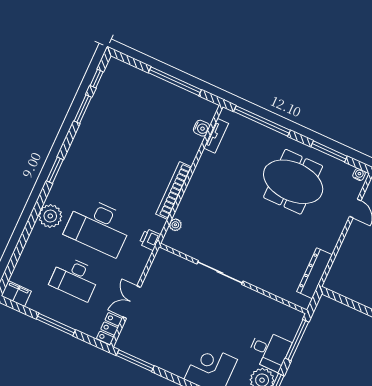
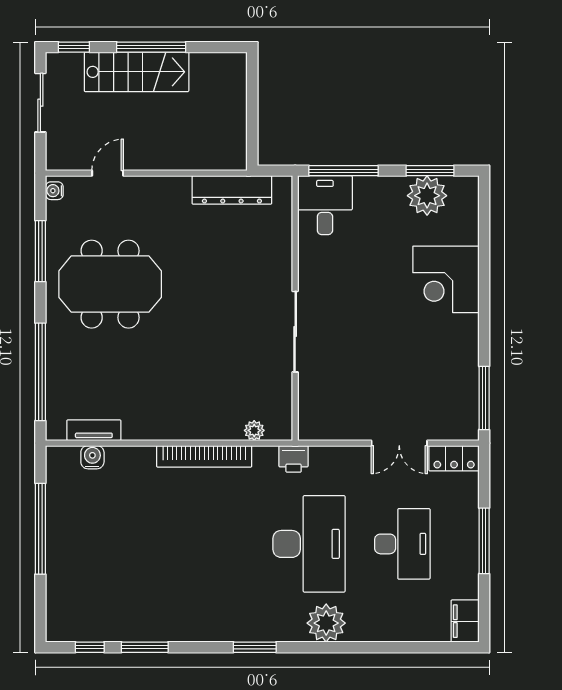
meeting table: (293, 182) -> (110, 284), turned 90
desk: (269, 350) -> (325, 205), moved

